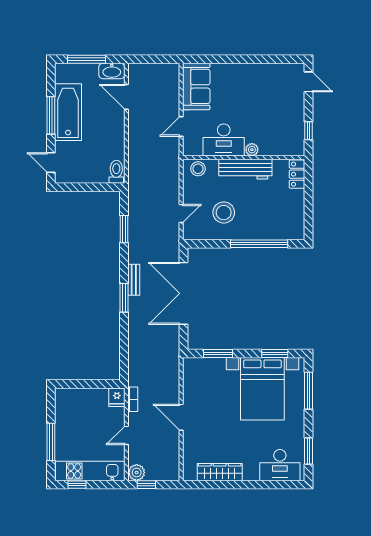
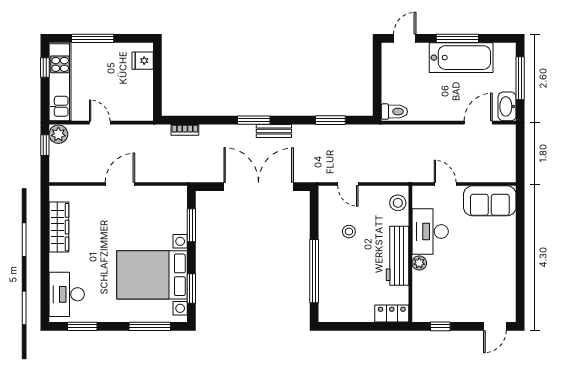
stool: (224, 213) -> (349, 232), width x0.53, depth x0.53
fridge: (117, 397) -> (143, 61), moved
bookcase: (133, 399) -> (185, 130), moved

